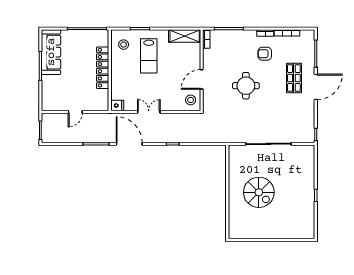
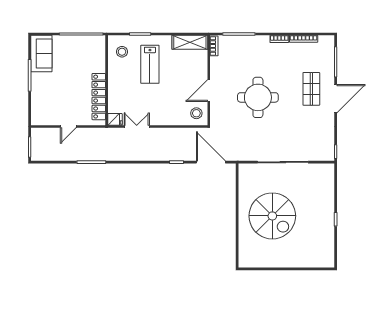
sofa: (51, 52) -> (41, 54), width x0.73
armchair: (265, 54) -> (279, 62), removed
locker: (103, 68) -> (99, 97), moved
round table: (246, 86) -> (258, 97), width x1.36, depth x1.36
double door: (149, 112) -> (137, 127), moved
door: (129, 144) -> (211, 162), moved
spiral stairs: (259, 192) -> (272, 216), width x1.37, depth x1.37

